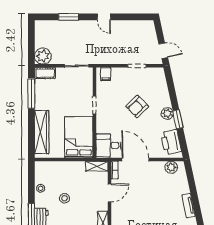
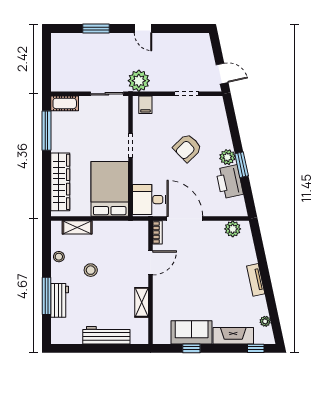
plant: (43, 56) -> (139, 81), moved
printer: (171, 142) -> (229, 182), moved
shelving: (97, 166) -> (77, 227), moved

